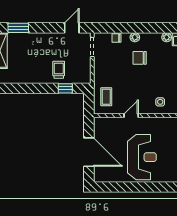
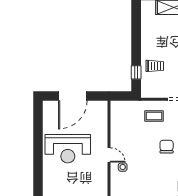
coffee table: (106, 97) -> (154, 116), moved
door: (131, 116) -> (109, 155), moved

